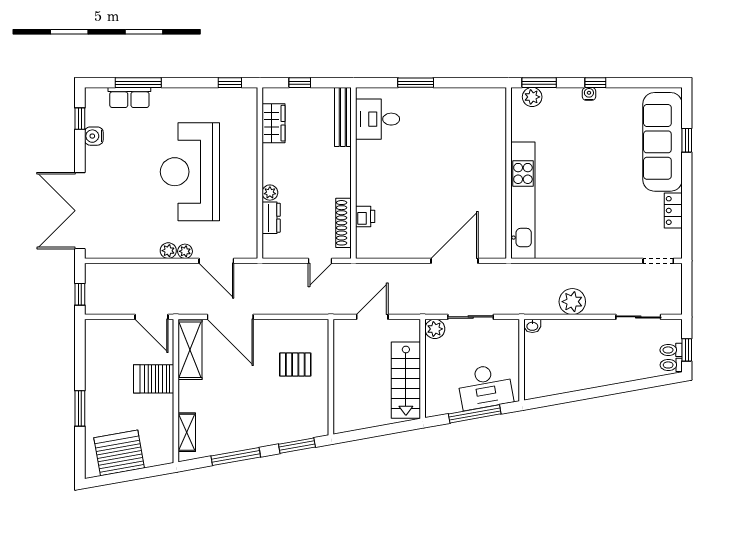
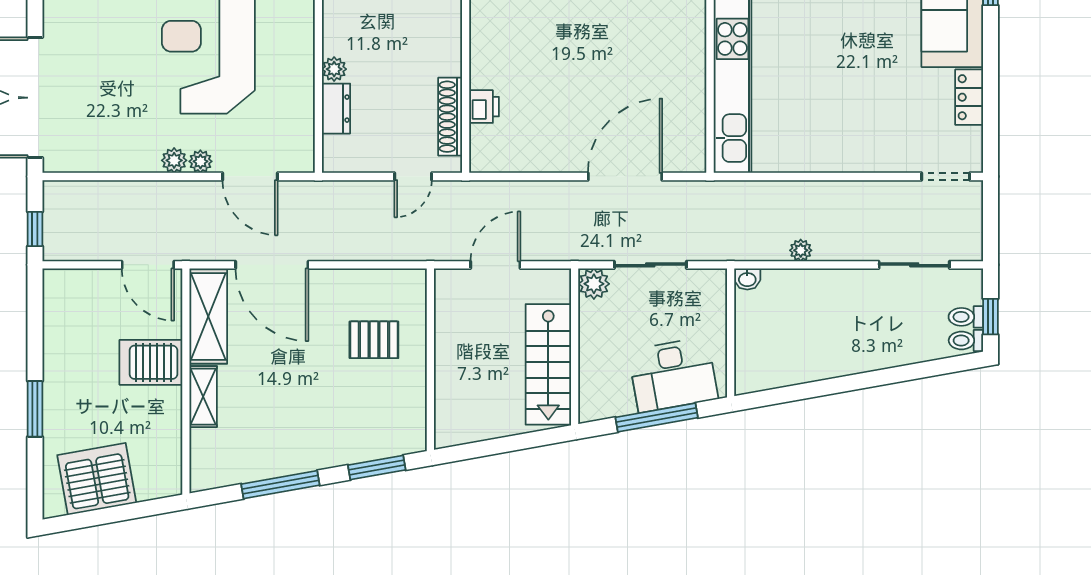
plant: (572, 302) -> (801, 250), width x0.53, depth x0.53
shelving: (187, 432) -> (203, 397), moved

